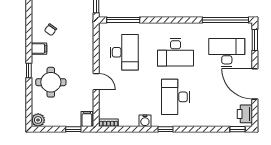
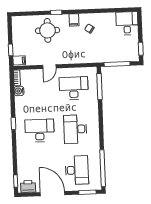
desk: (124, 52) -> (74, 88), turned 180
door: (255, 84) -> (53, 194), hinge flipped
plant: (38, 120) -> (17, 21), removed
water cooler: (145, 121) -> (19, 91), moved

